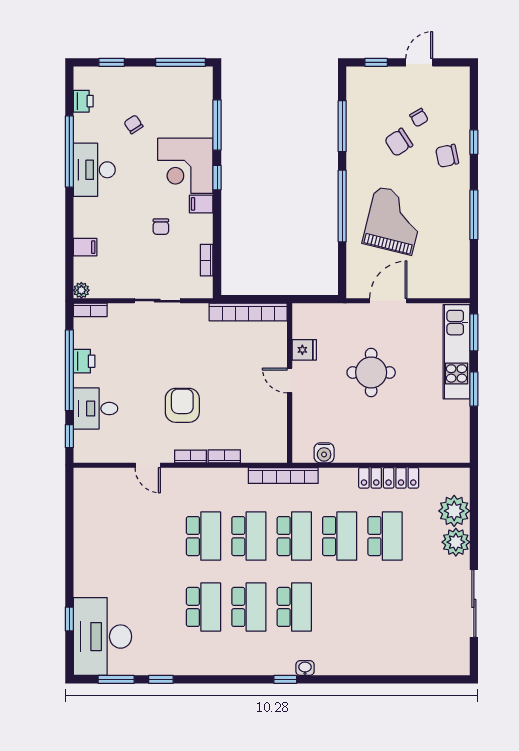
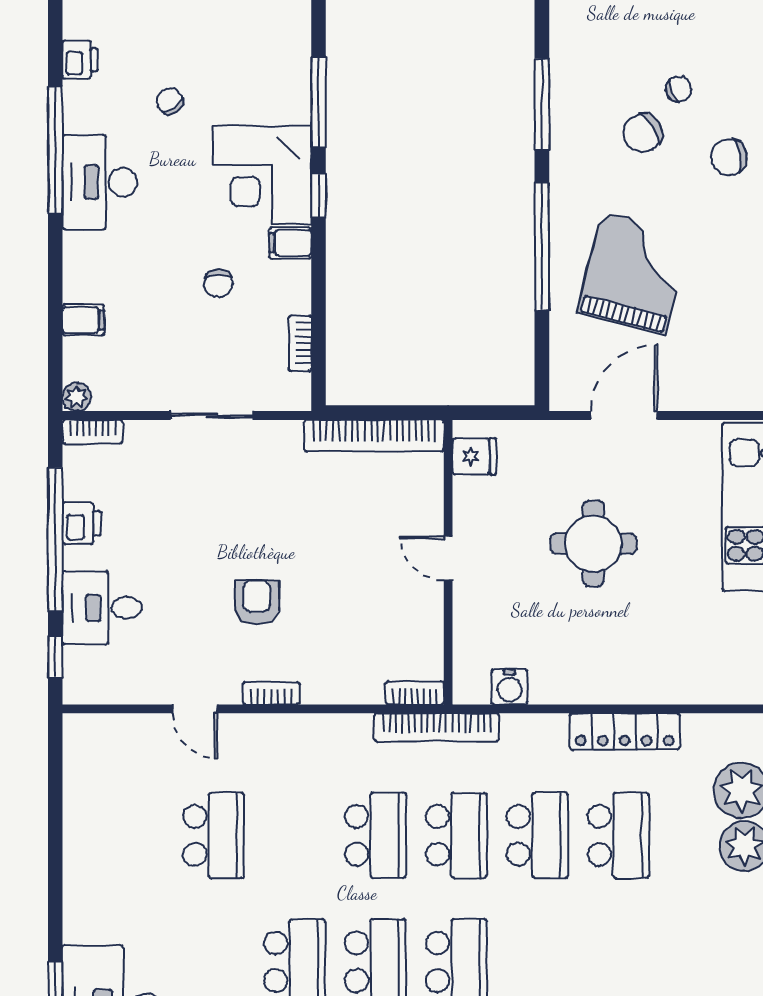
chair: (419, 118) -> (679, 89), turned -84
fridge: (304, 350) -> (474, 456), moved
armchair: (182, 405) -> (257, 602), width x0.72, depth x0.72
bookcase: (224, 456) -> (415, 693), moved
school desk: (204, 536) -> (214, 835), moved

